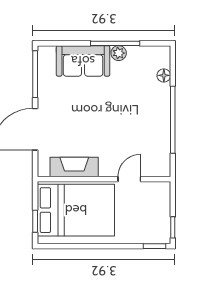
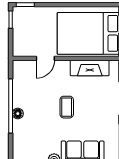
floor lamp: (164, 75) -> (18, 114), moved
coffee table: (103, 118) -> (67, 107), added

